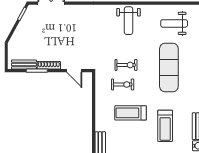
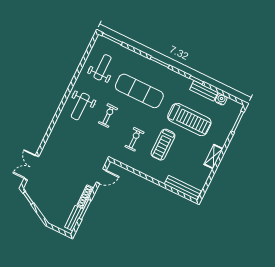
weight bench: (128, 21) -> (80, 107), turned 90
weight bench: (174, 23) -> (102, 67), turned 180
exercise bike: (126, 65) -> (108, 116), moved
treadmill: (165, 126) -> (189, 120), width x1.37, depth x1.38

